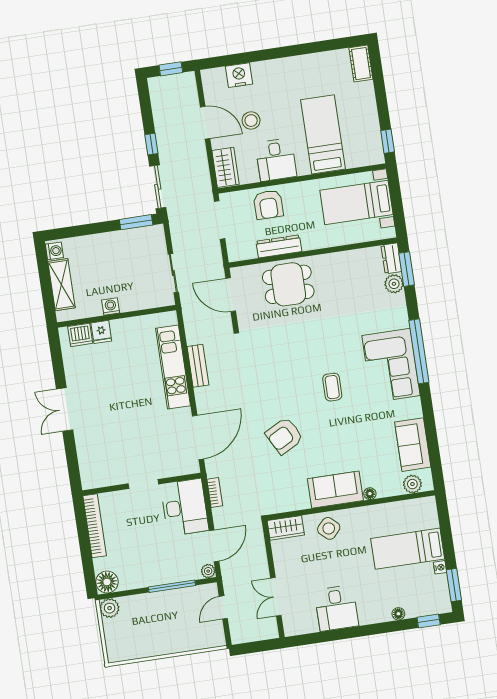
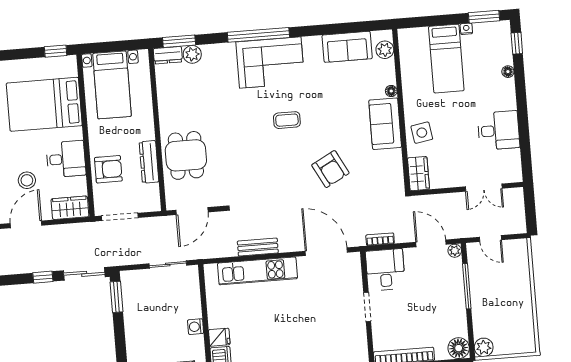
bed: (323, 134) -> (44, 104), width x1.50
desk: (185, 507) -> (385, 270), width x0.73
side table: (329, 528) -> (422, 133), turned 38

